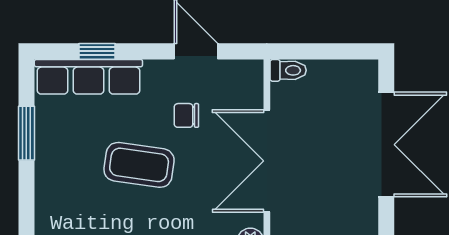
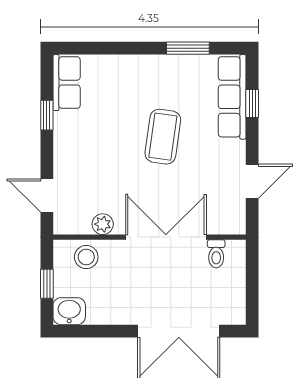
toilet: (288, 70) -> (216, 254), moved
chair: (186, 115) -> (202, 174), removed

